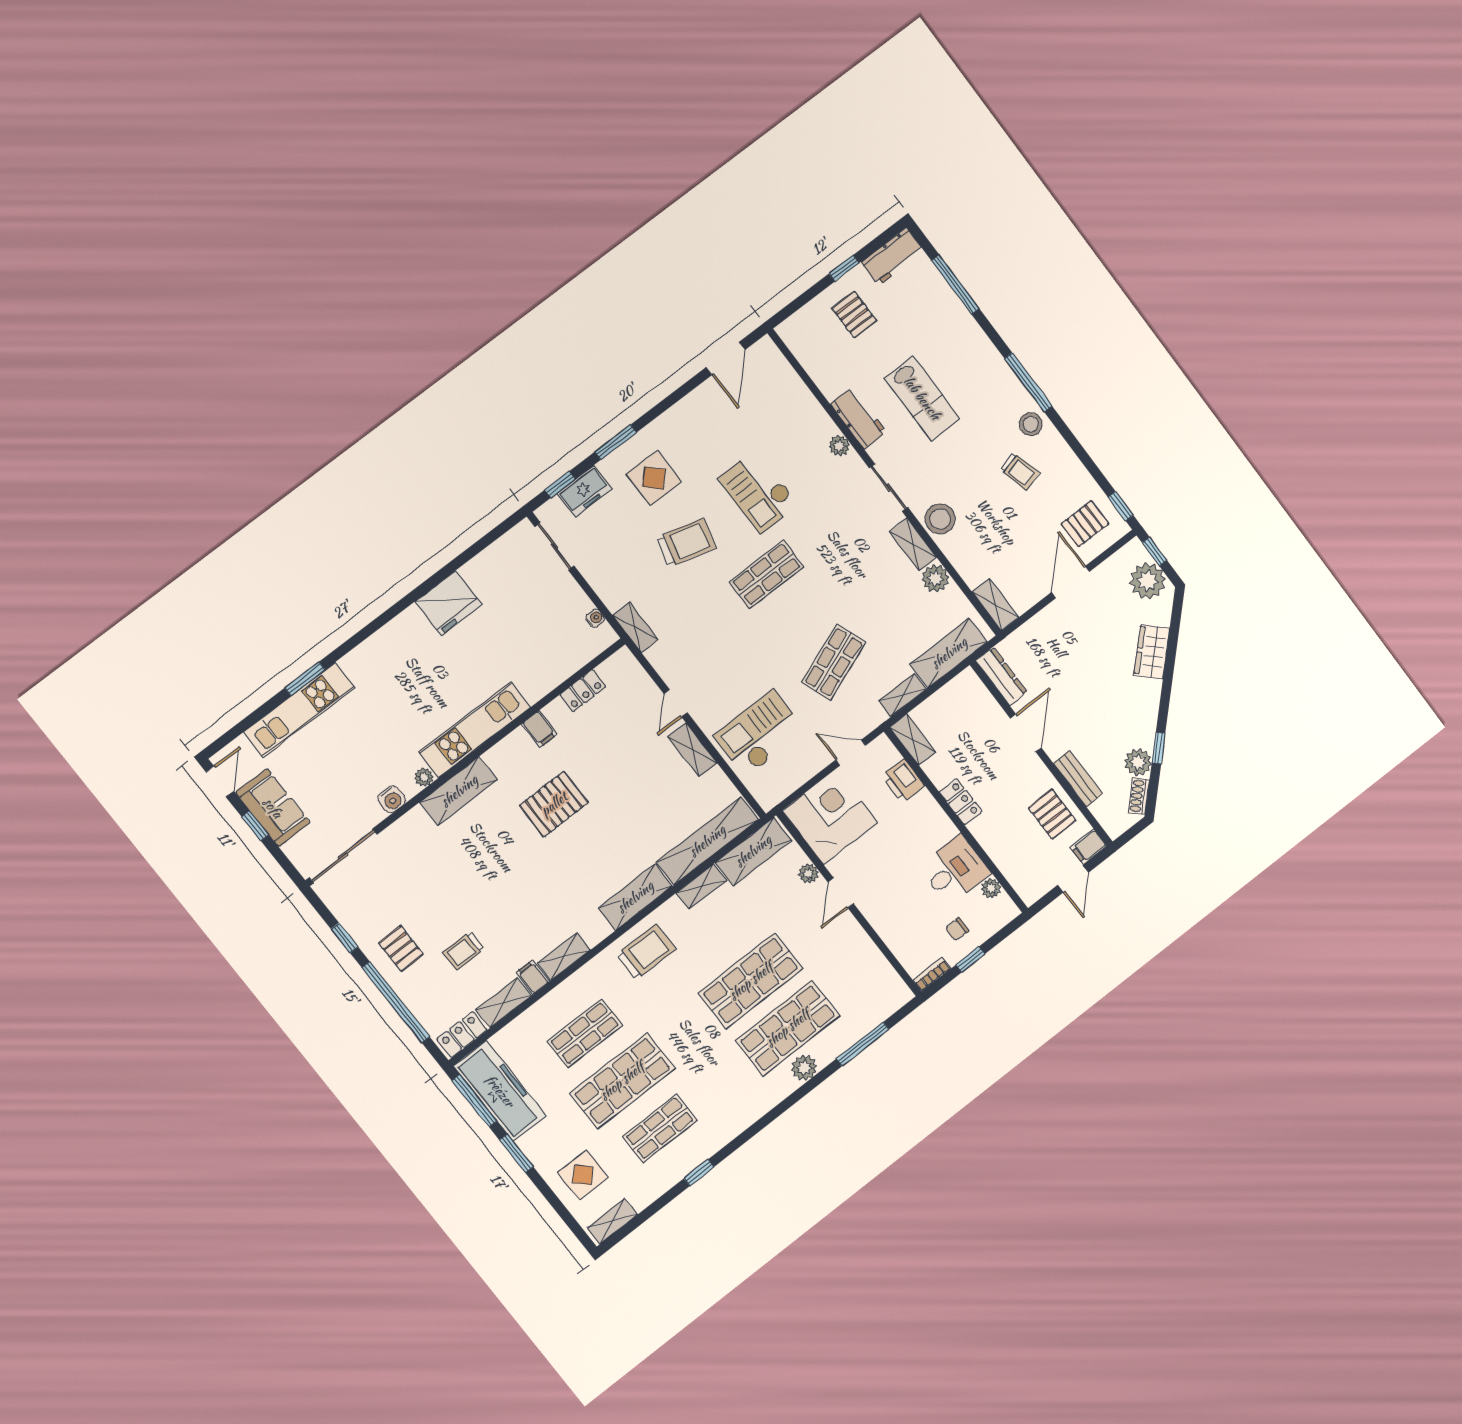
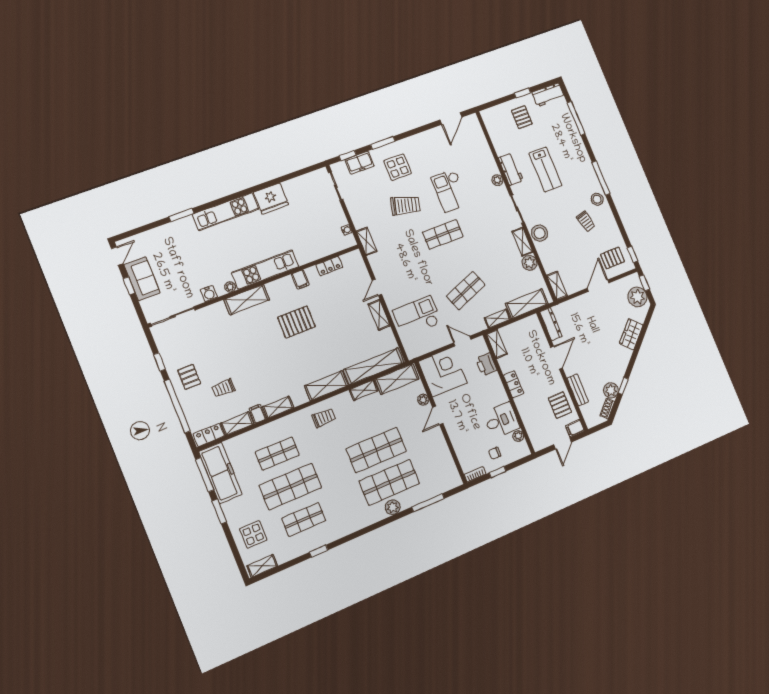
kitchen unit: (299, 710) -> (226, 212), moved
trolley: (646, 952) -> (324, 418), width x0.73, depth x0.72

